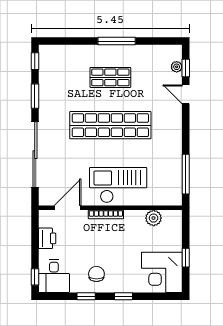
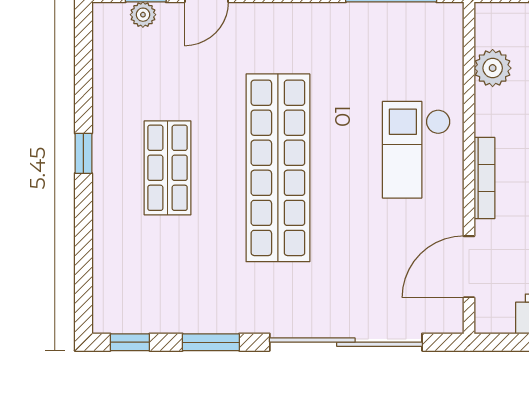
window: (117, 41) -> (83, 153), width x0.46
checkout: (118, 185) -> (416, 150), width x0.73, depth x0.83
door: (68, 208) -> (469, 267), hinge flipped

